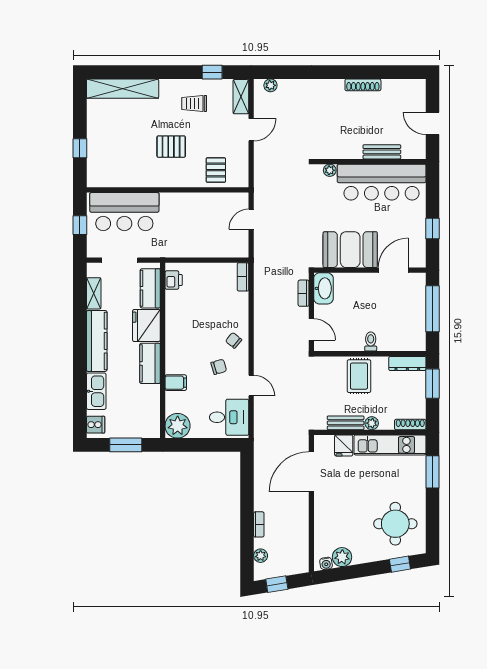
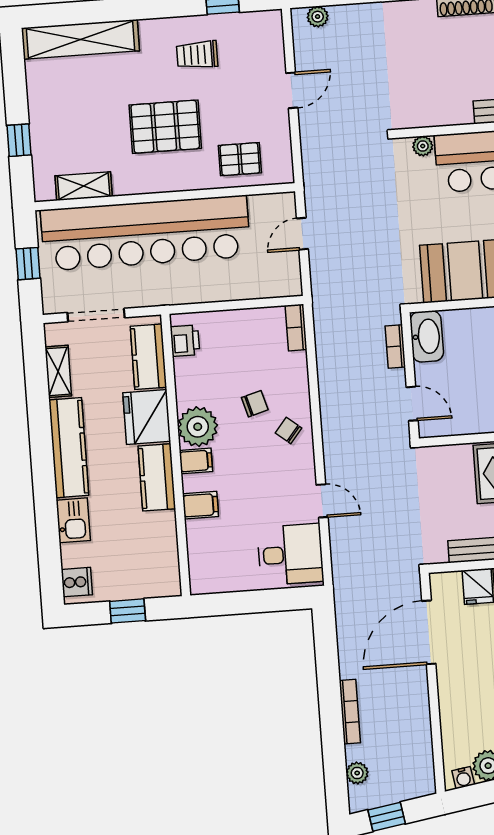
shelving: (241, 97) -> (84, 186), moved, turned 90
pallet: (171, 147) -> (165, 127), width x1.50, depth x1.42
pallet: (216, 170) -> (240, 159), turned 90
bar counter: (124, 212) -> (145, 233), width x1.86
filing cabinet: (175, 355) -> (196, 461), added
chair: (219, 367) -> (255, 404), moved
kitchen sink: (96, 391) -> (73, 520), width x0.73
plant: (178, 426) -> (198, 427), moved
window: (126, 445) -> (128, 611), width x0.67
bookcase: (259, 524) -> (350, 712), width x1.56

